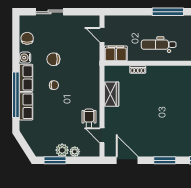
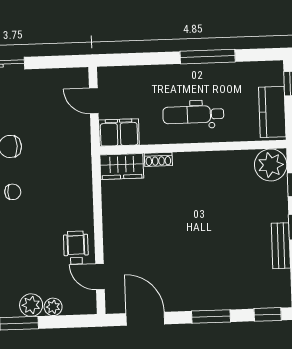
wardrobe: (112, 94) -> (122, 166), moved, turned 90

